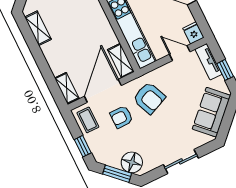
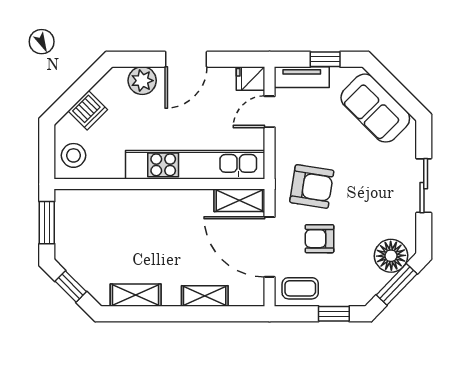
shelving: (67, 88) -> (205, 296), moved
armchair: (149, 98) -> (312, 186), turned 32
armchair: (121, 117) -> (319, 239), turned 90

